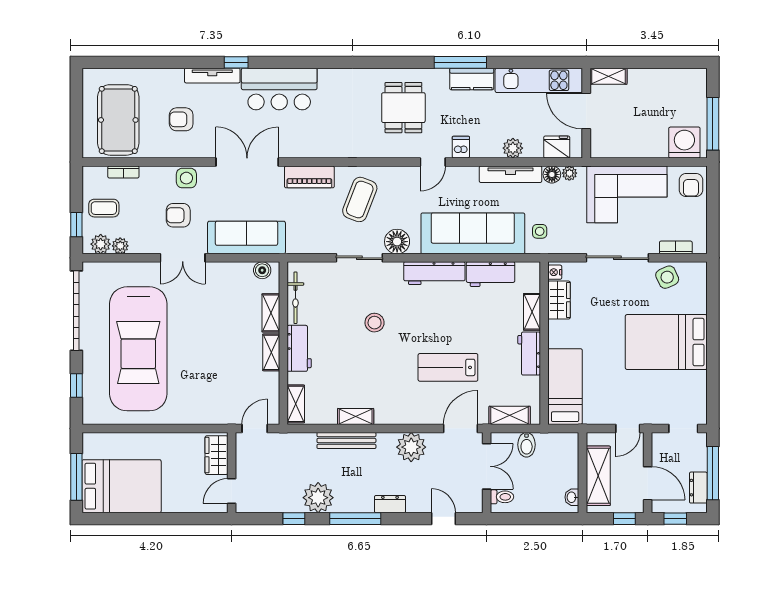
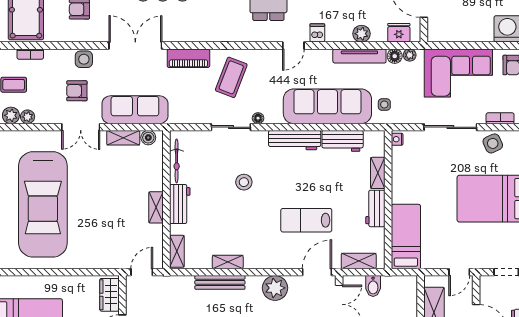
floor lamp: (397, 242) -> (258, 118), width x0.53, depth x0.53
wardrobe: (559, 300) -> (401, 163), removed
shelving: (271, 313) -> (123, 138), moved, turned 90

